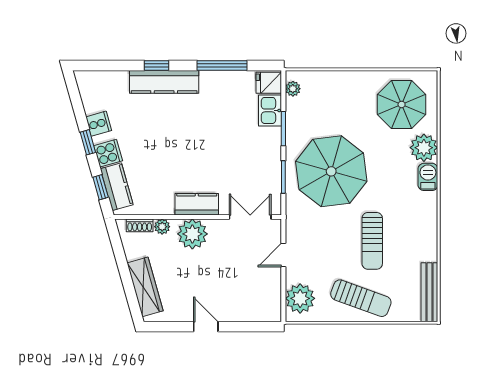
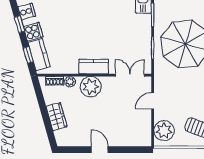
wardrobe: (145, 287) -> (57, 117), width x0.67

